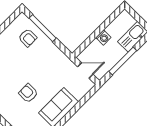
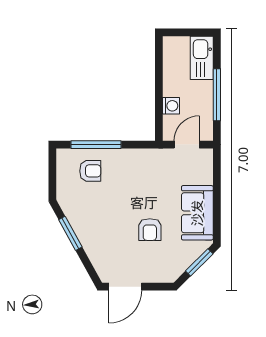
washing machine: (103, 37) -> (171, 106), moved
armchair: (28, 93) -> (150, 230), turned -90

